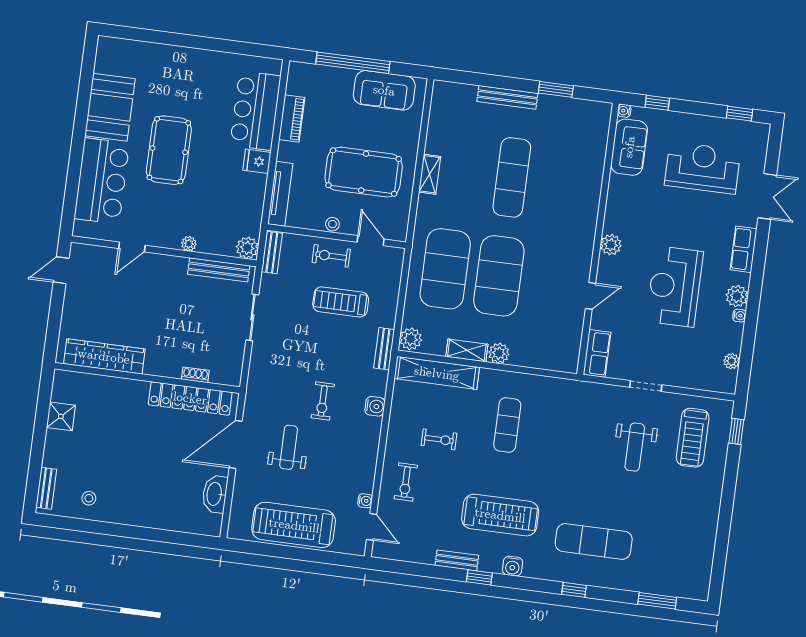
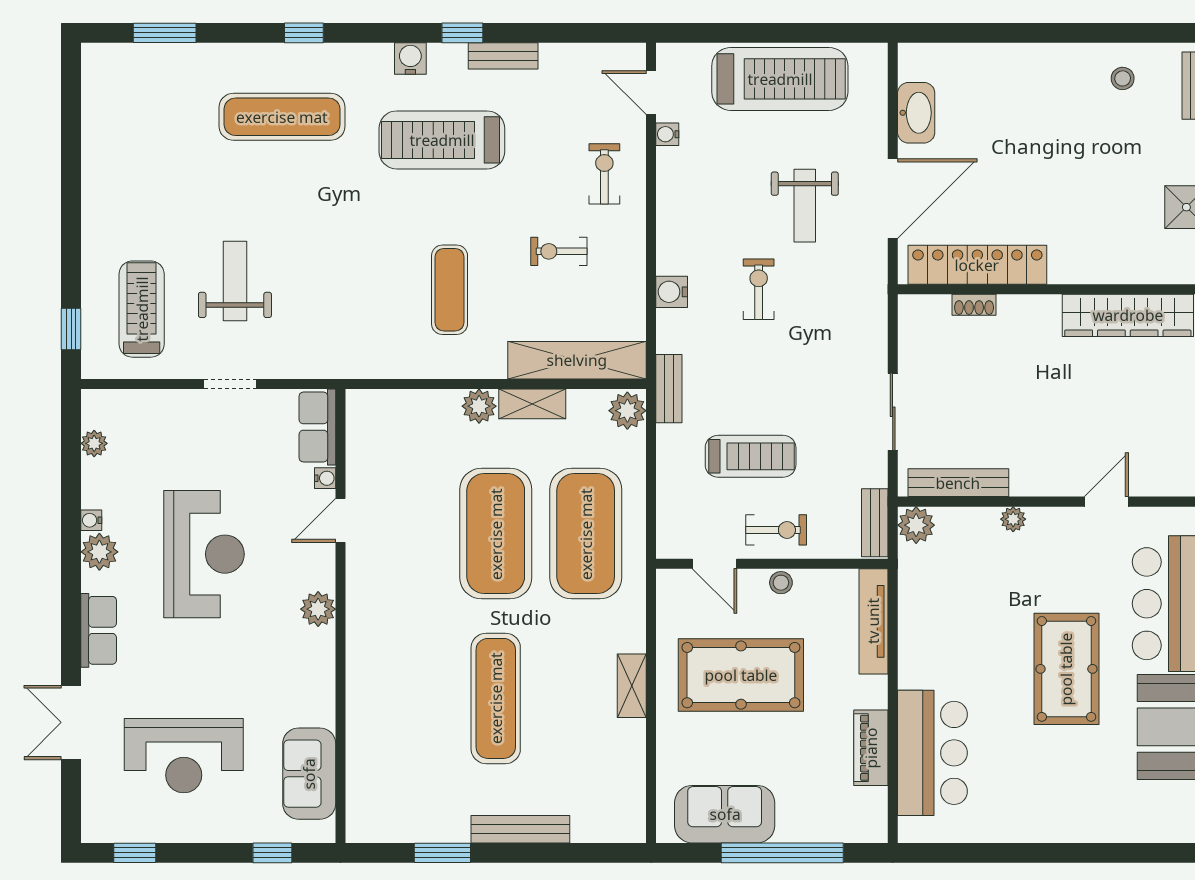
water cooler: (624, 111) -> (325, 478), moved
fridge: (257, 161) -> (919, 670), removed

